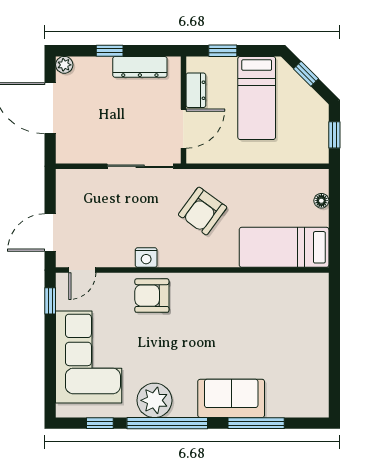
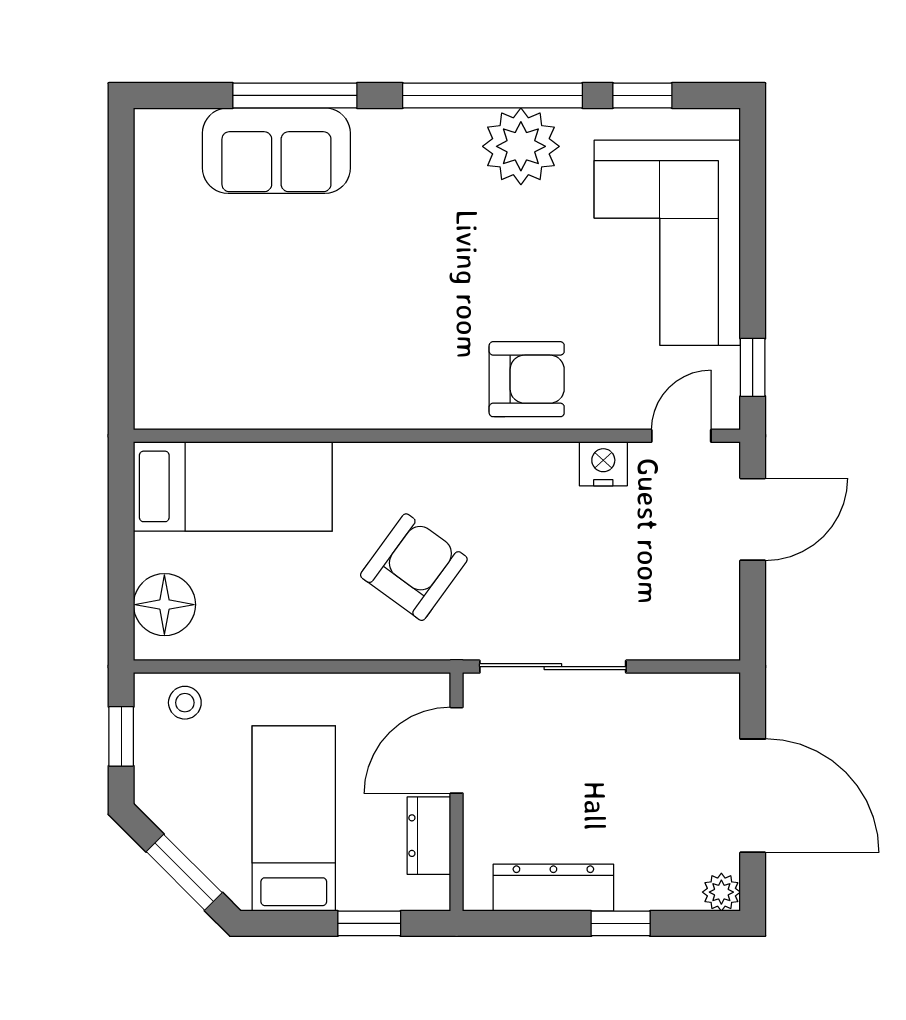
window: (306, 74) -> (184, 872), width x1.50
stool: (306, 150) -> (185, 703), added
floor lamp: (321, 201) -> (164, 605), width x1.89, depth x1.89
nightstand: (146, 258) -> (603, 464), moved
sofa: (231, 398) -> (276, 151), moved

